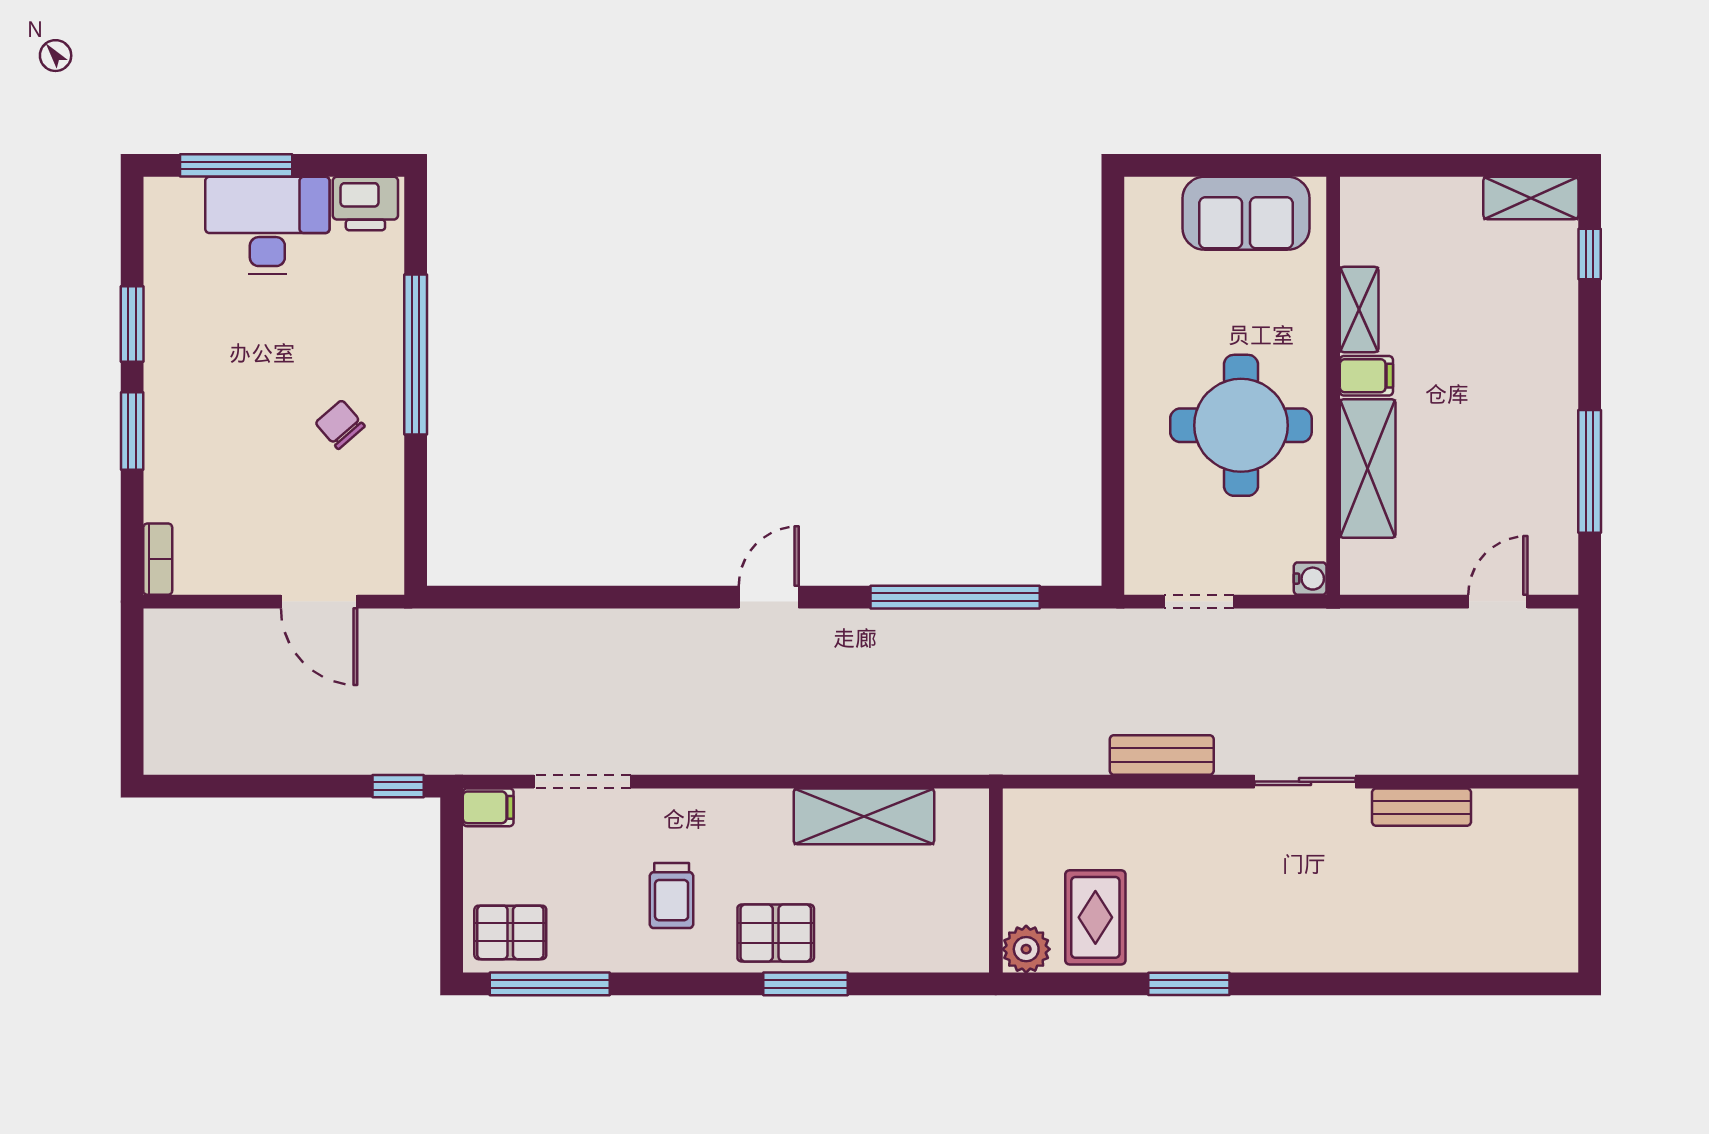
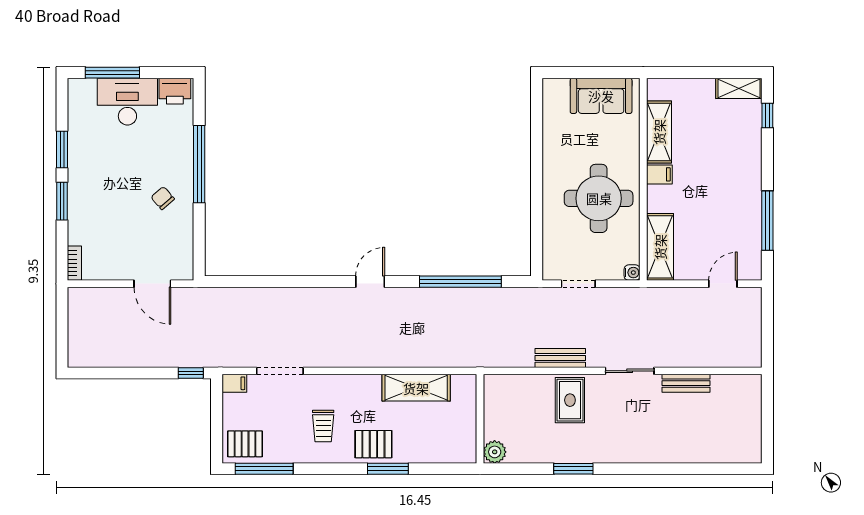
shelving: (1359, 309) -> (659, 132), width x1.50, depth x1.33
shelving: (1368, 469) -> (660, 247), moved
rug: (1095, 917) -> (570, 400), moved

